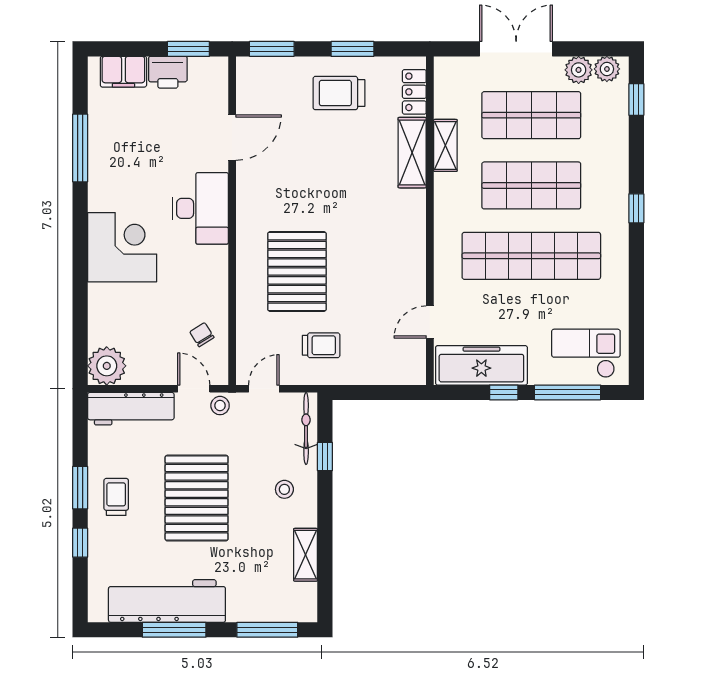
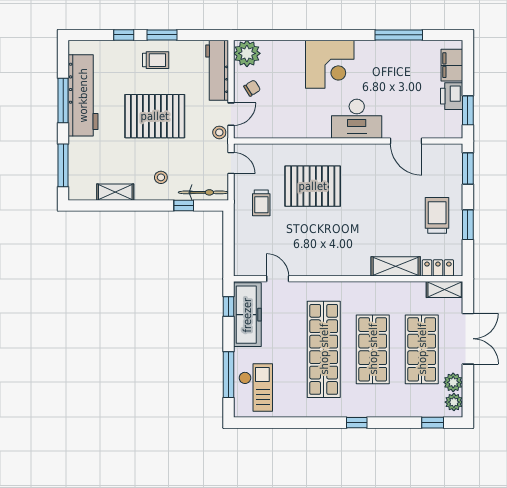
shelving: (445, 145) -> (445, 289), moved
chair: (202, 335) -> (252, 88), moved
window: (504, 392) -> (228, 306), moved

